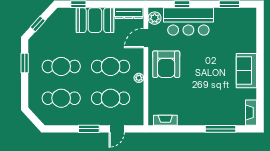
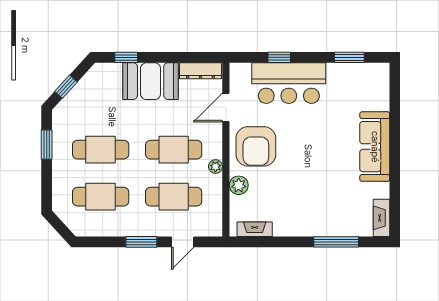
plant: (155, 18) -> (239, 185), moved
sofa: (246, 71) -> (375, 147), width x1.36

